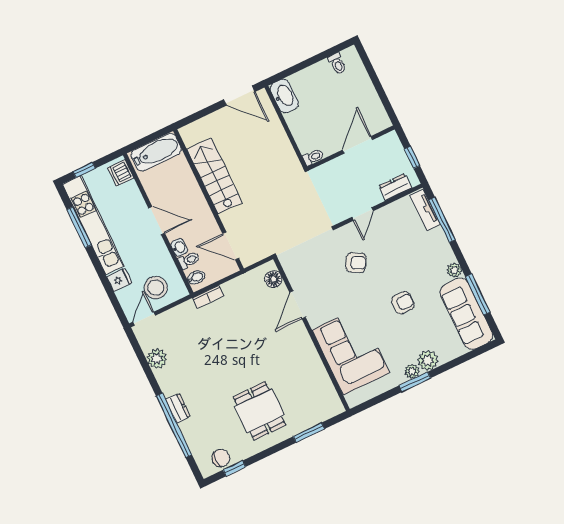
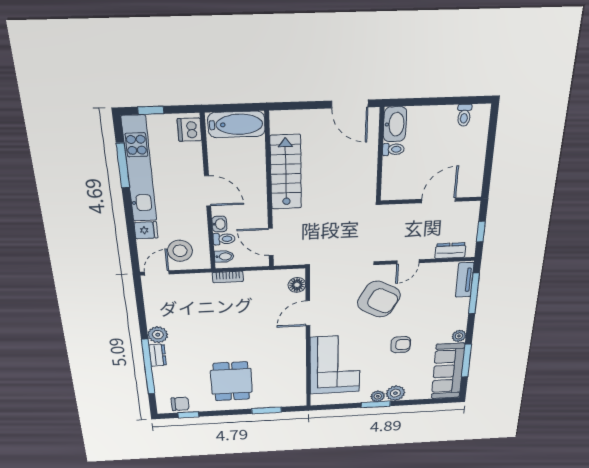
toilet: (313, 157) -> (393, 149), moved
armchair: (356, 263) -> (379, 299), width x1.88, depth x1.88
plant: (157, 359) -> (158, 335), moved

